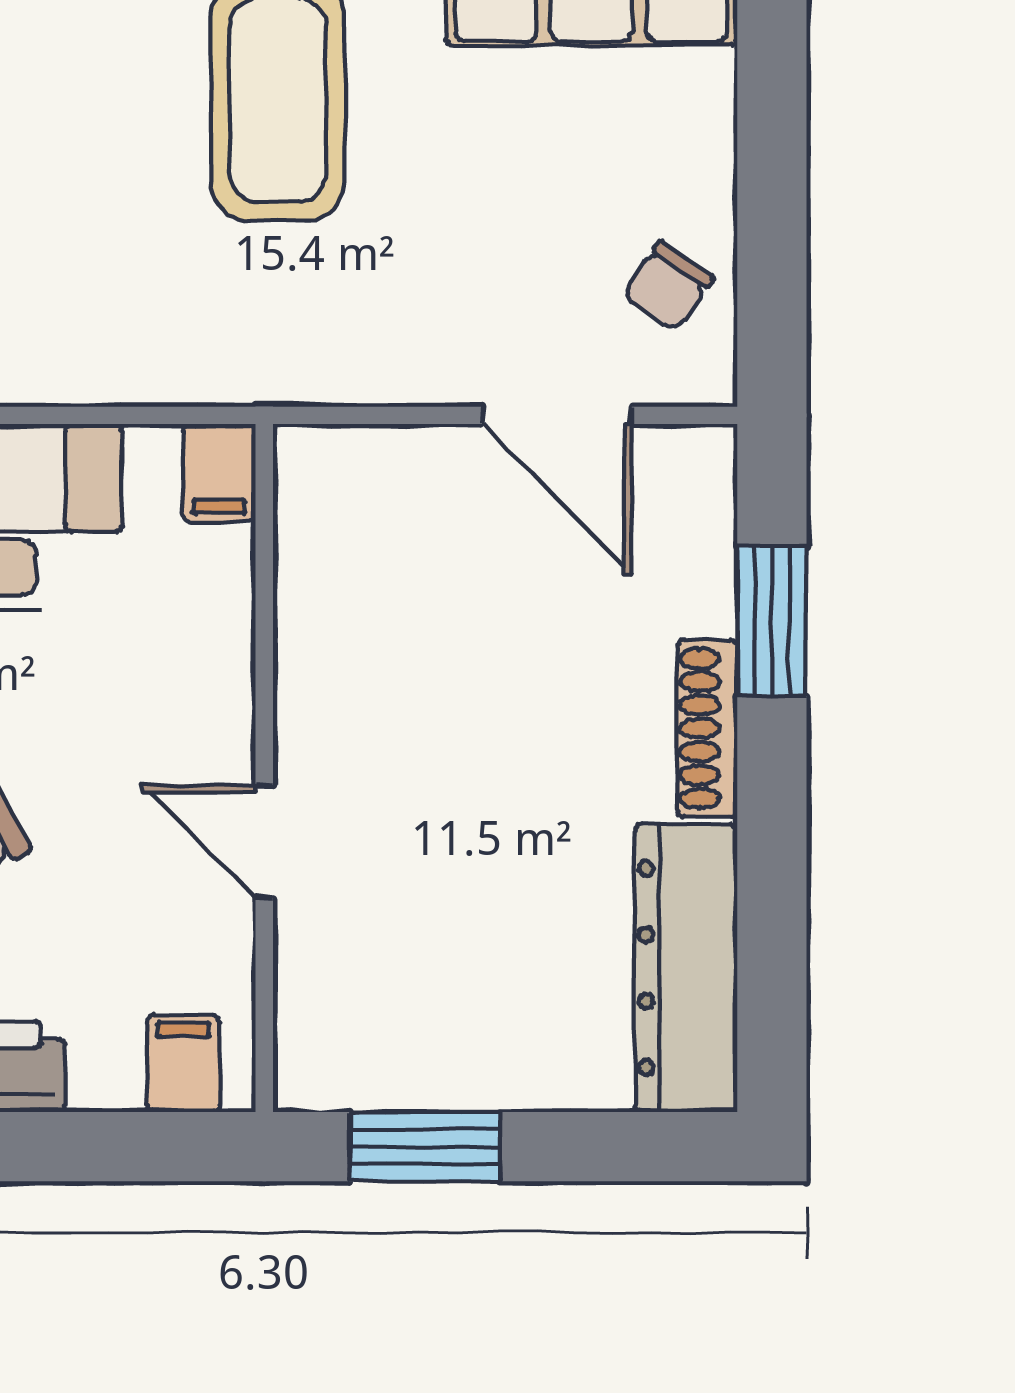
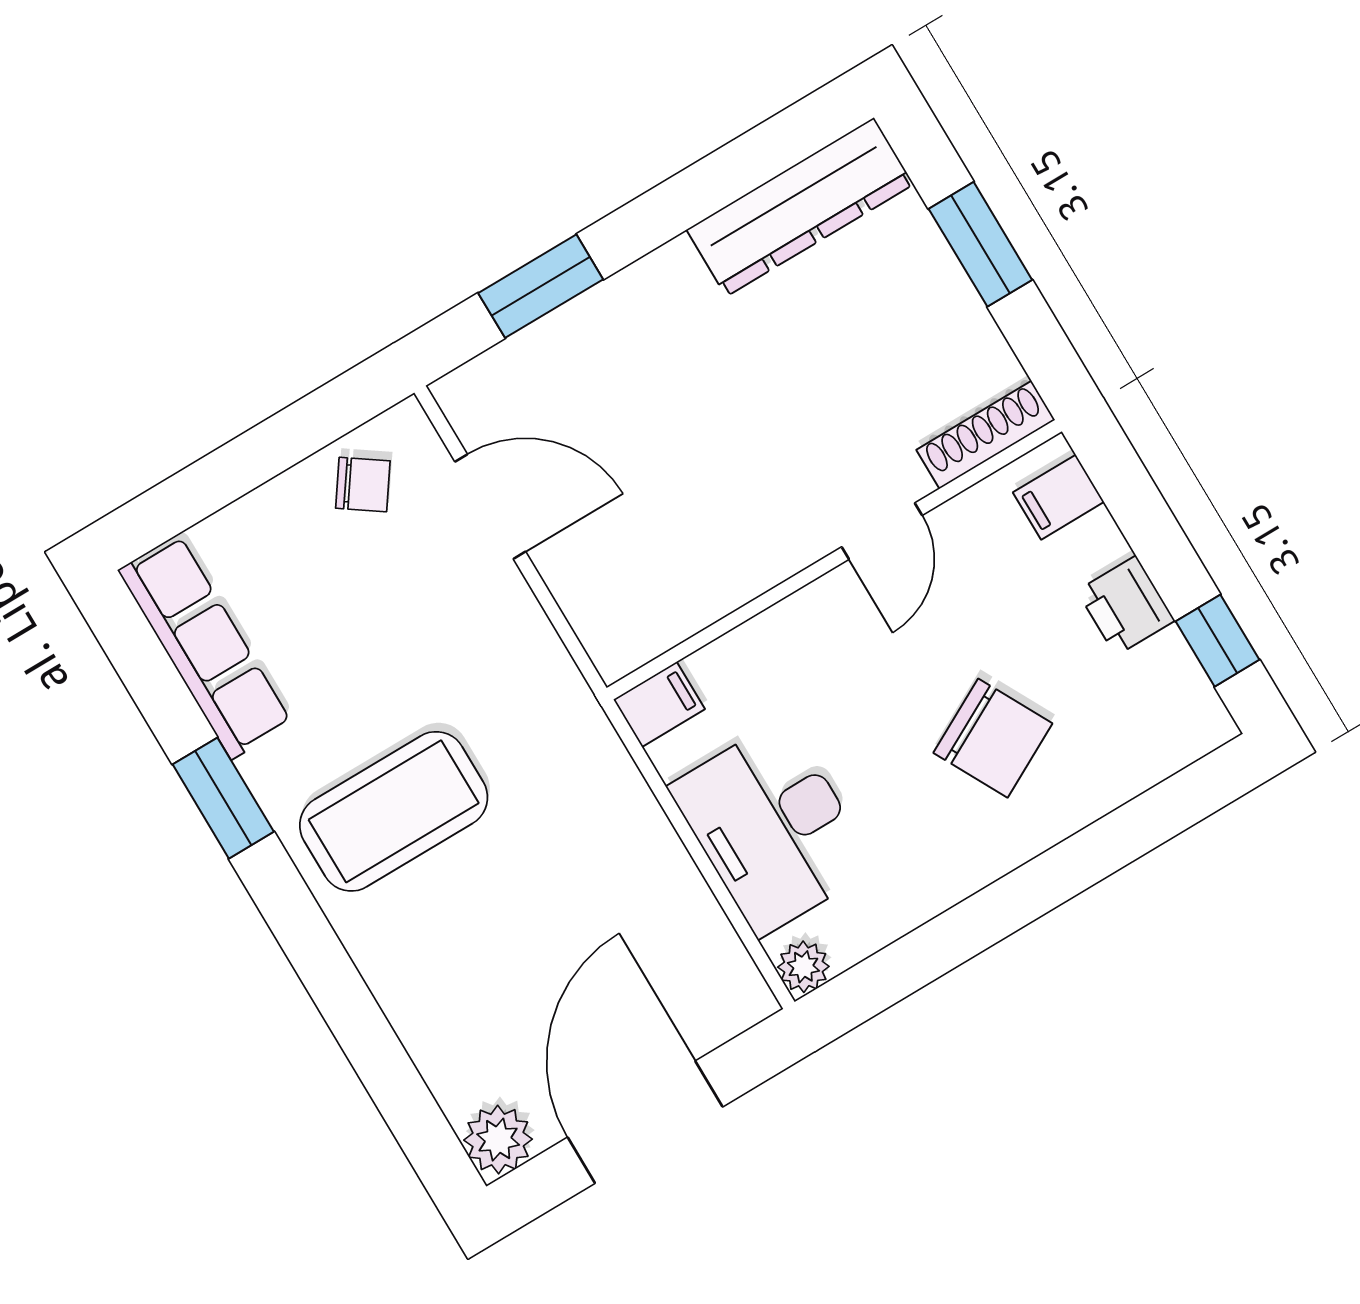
door: (557, 415) -> (490, 507), hinge flipped
shoe rack: (707, 728) -> (986, 435), moved, turned 180
window: (424, 1147) -> (980, 244), moved

